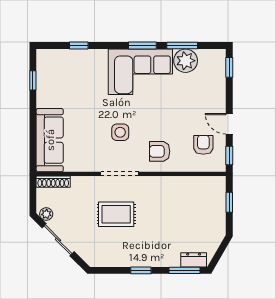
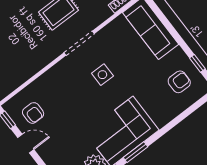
window: (79, 46) -> (183, 116), removed
armchair: (160, 151) -> (179, 82), moved

